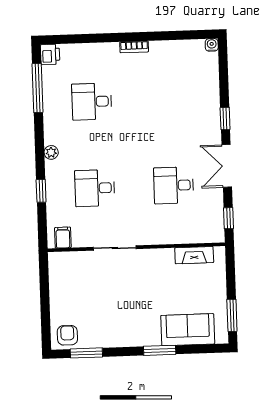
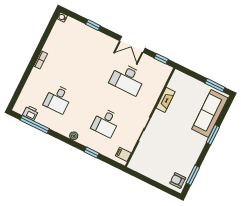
printer: (50, 54) -> (31, 113), moved
window: (225, 119) -> (93, 25), moved
desk: (174, 185) -> (127, 79), width x1.37
fireplace: (194, 255) -> (166, 100), moved
sofa: (188, 330) -> (210, 113), width x1.36

